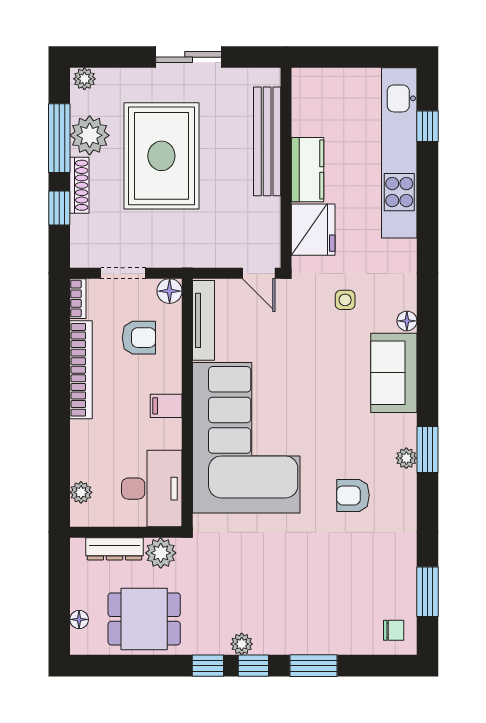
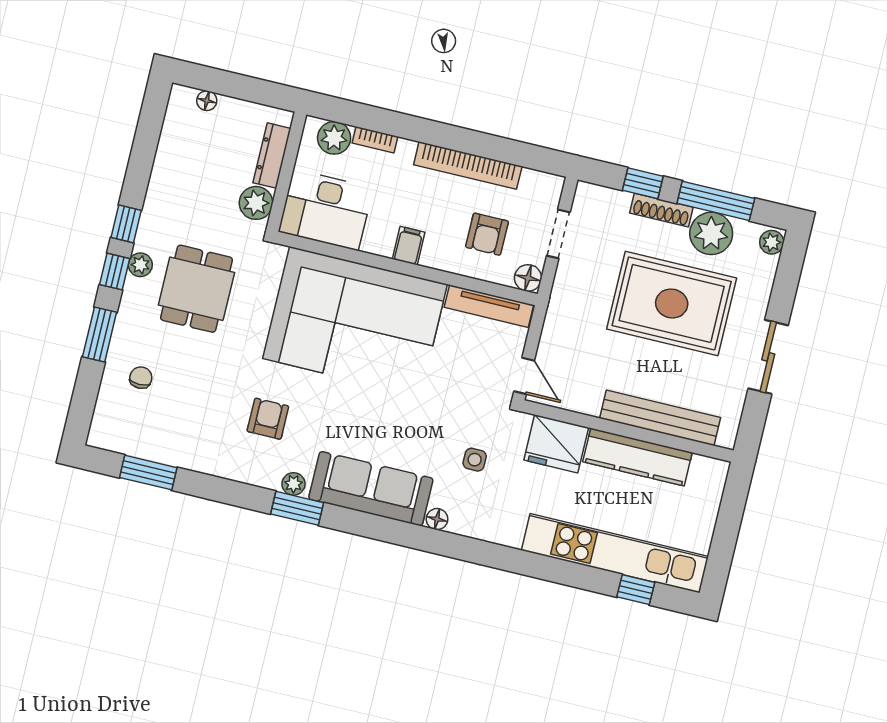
kitchen counter: (308, 170) -> (637, 457), width x1.50
door: (259, 273) -> (524, 376), swing flipped
bookcase: (78, 299) -> (375, 140), moved
sofa: (394, 373) -> (371, 489), width x1.36
plant: (81, 492) -> (334, 138), width x1.38, depth x1.38
dining table: (144, 619) -> (196, 289), moved
chair: (394, 630) -> (141, 378), moved, turned 180

